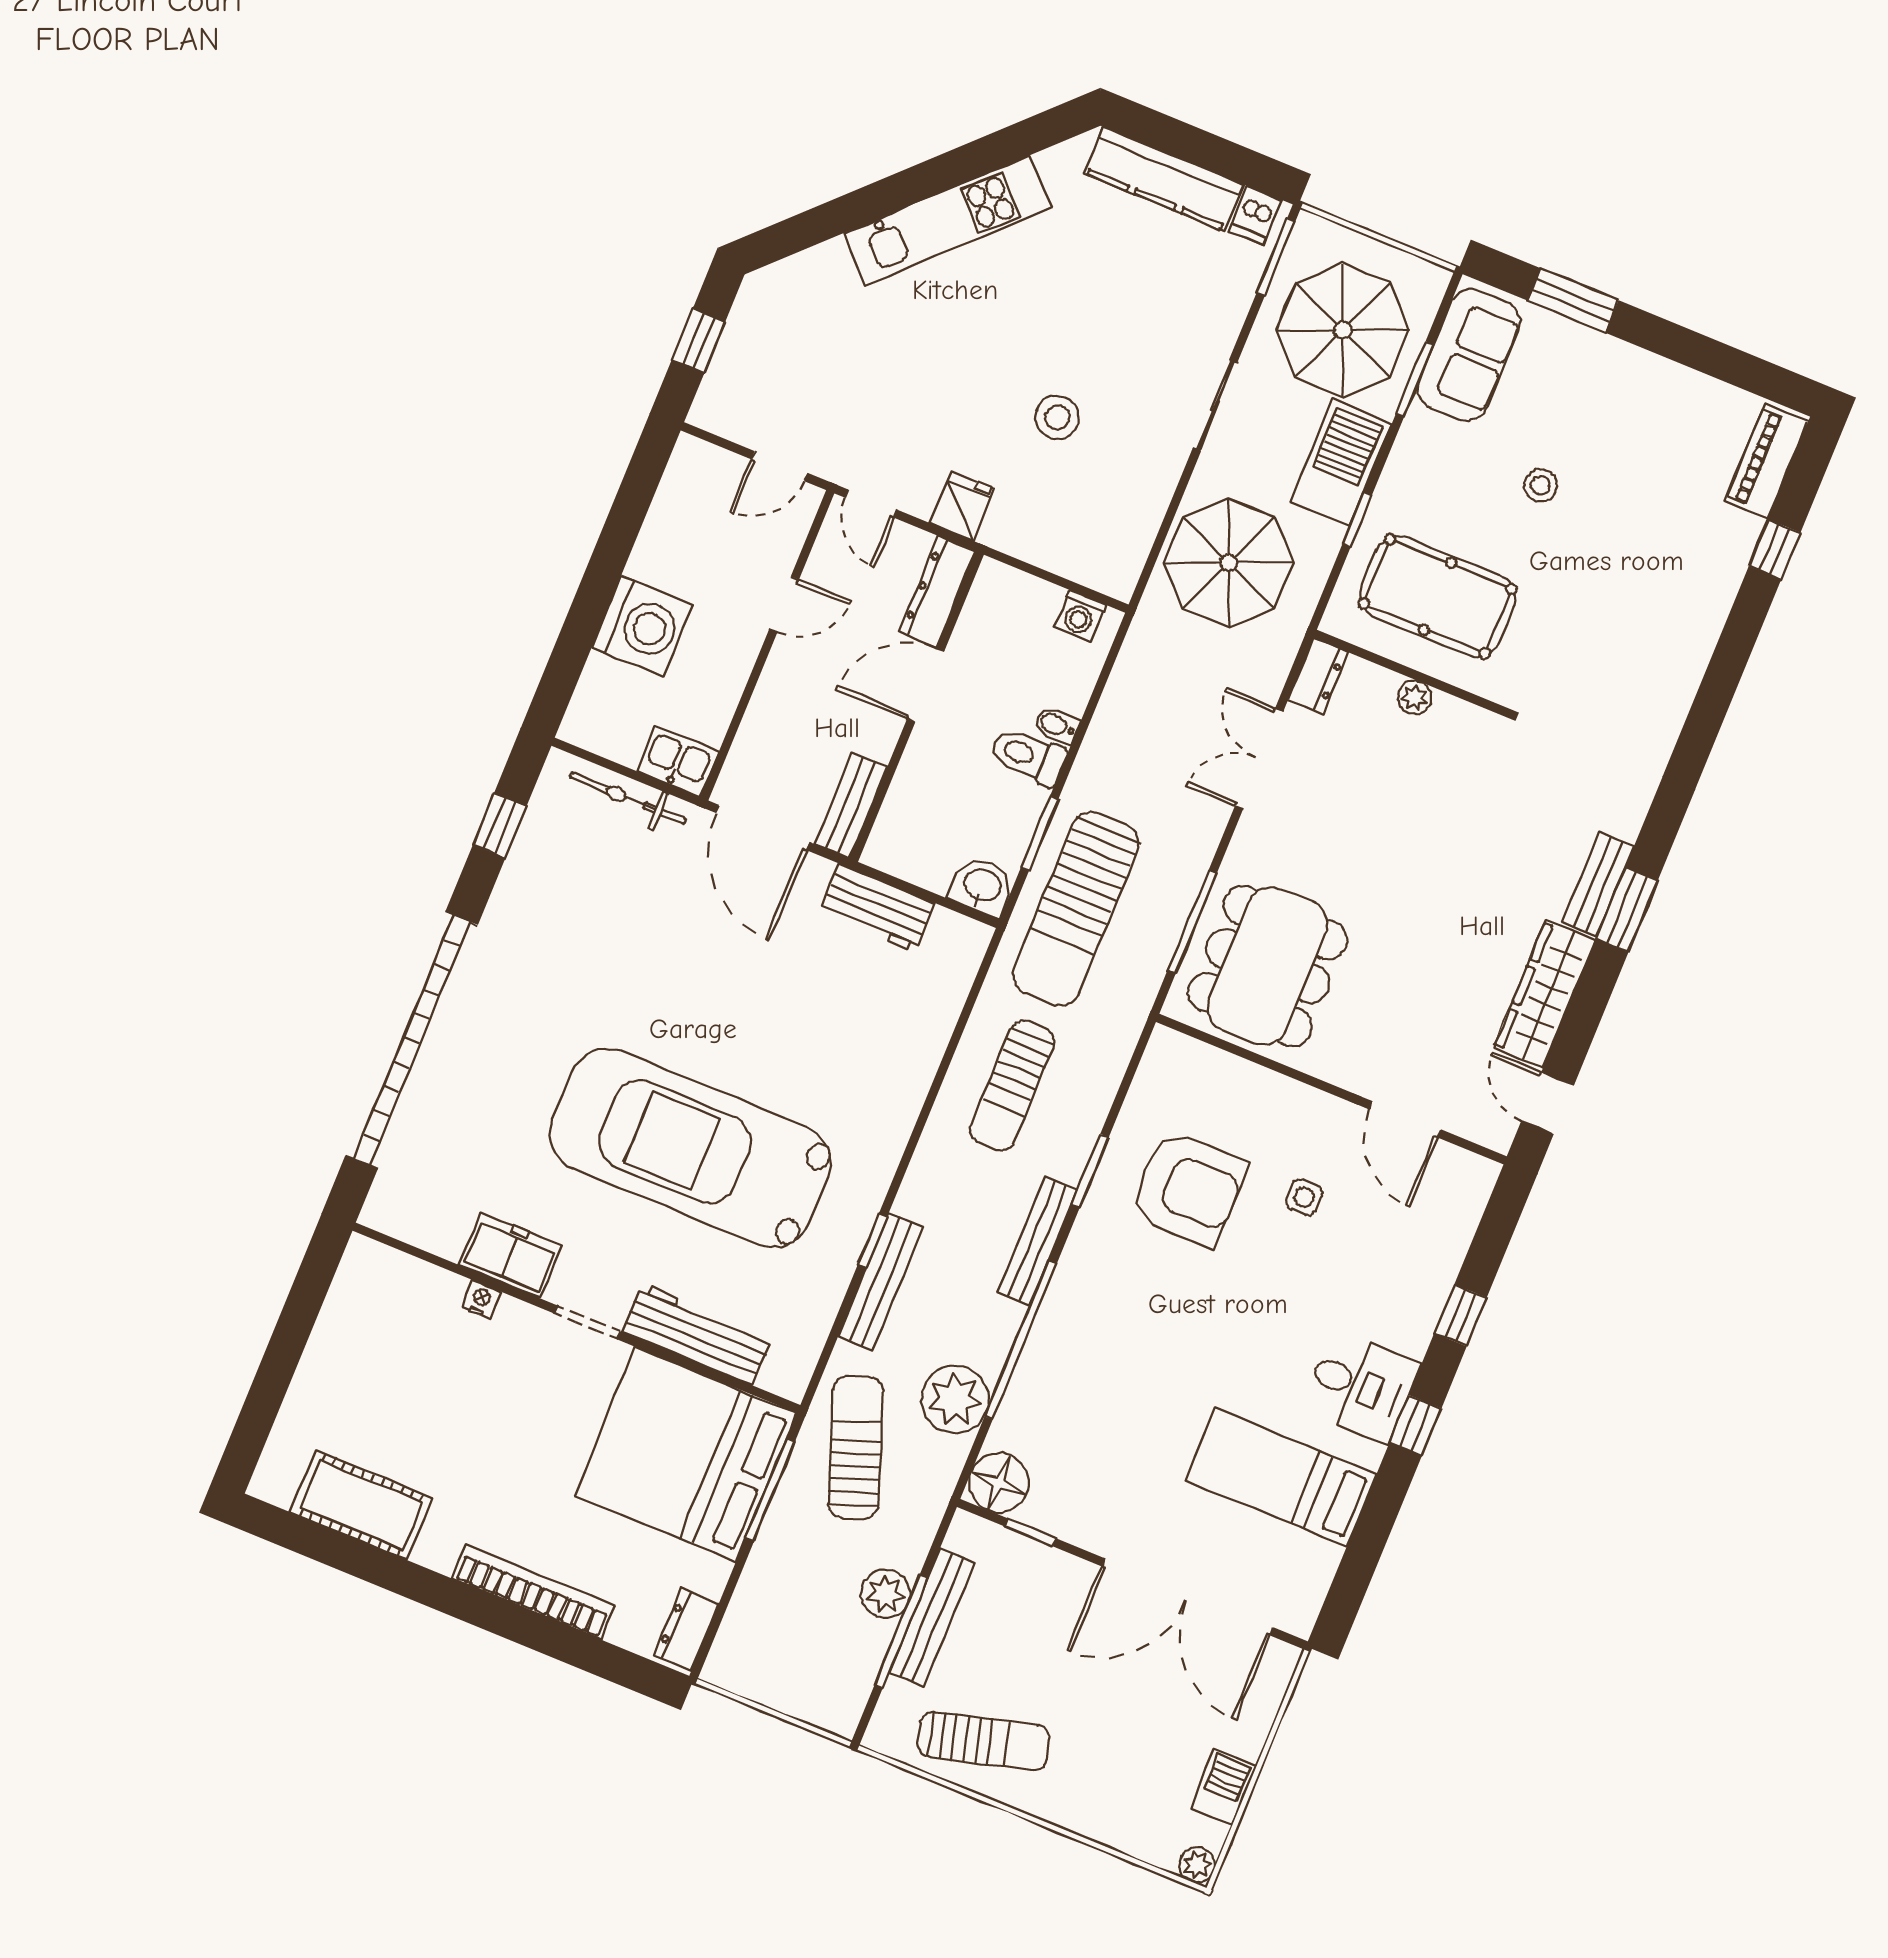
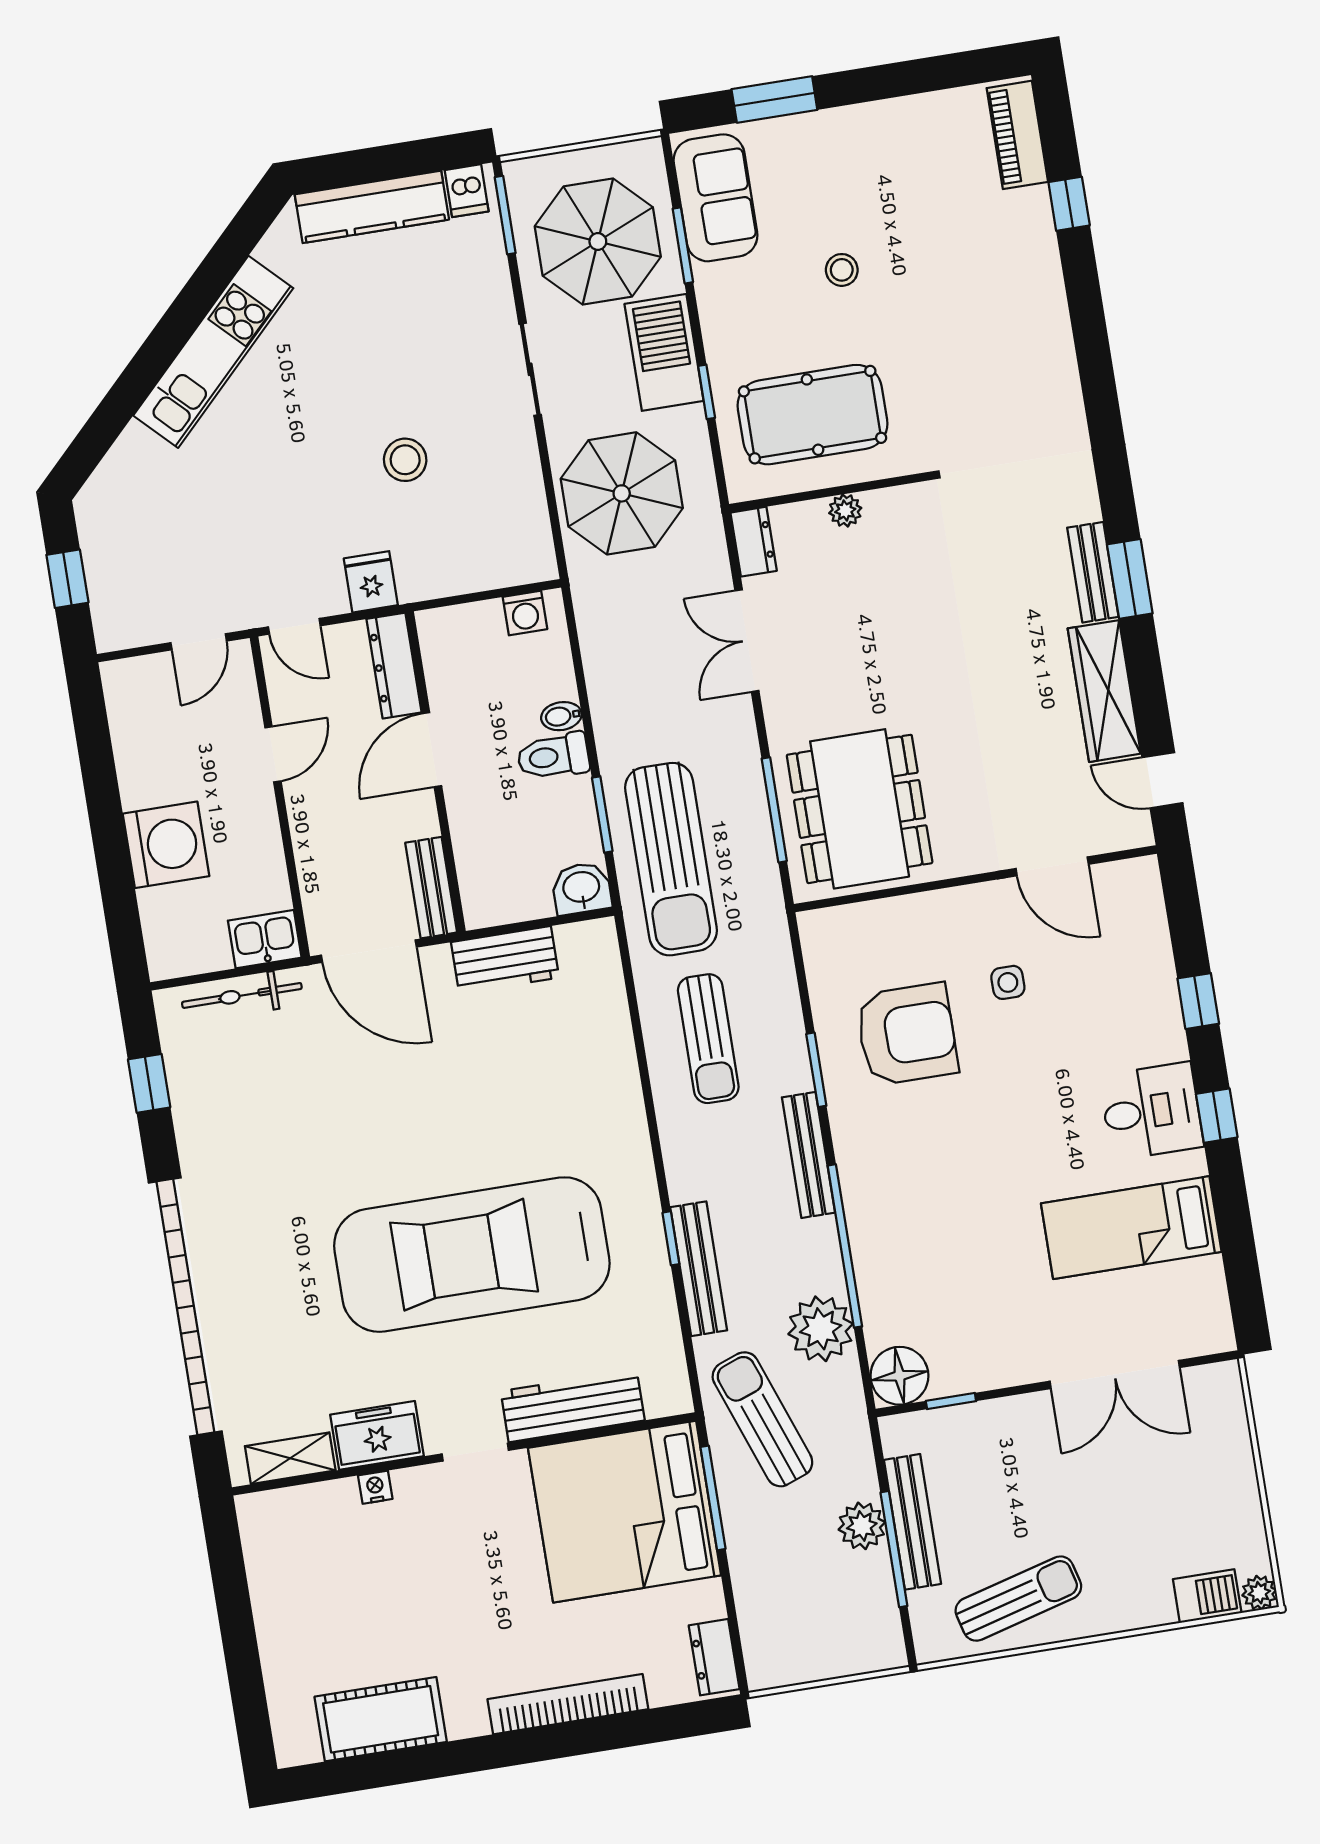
shelving: (422, 1229) -> (290, 1458), added
double door: (1188, 1597) -> (1115, 1374), width x0.73
barbecue: (1224, 1787) -> (1207, 1596), moved, turned 90

